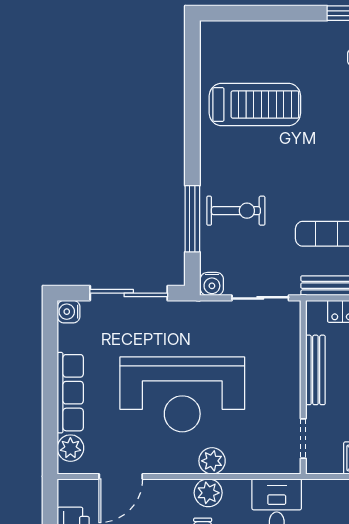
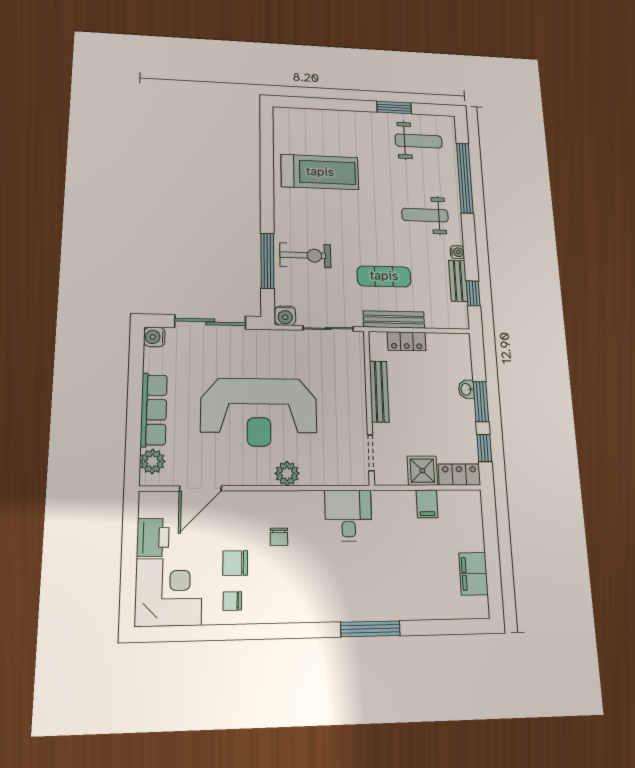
plant: (208, 493) -> (284, 504), removed

